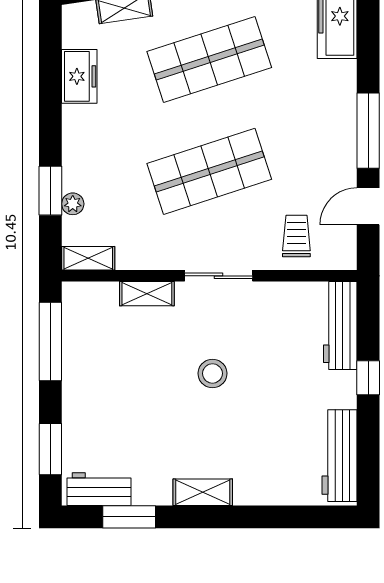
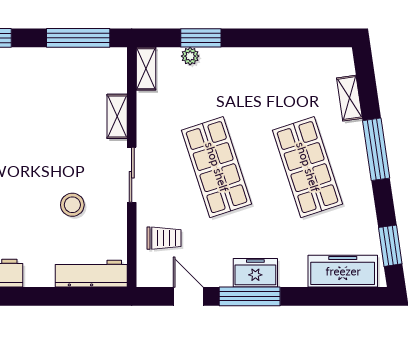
freezer: (79, 76) -> (255, 273), moved, turned 180
stool: (212, 373) -> (72, 205), moved
window: (368, 378) -> (49, 296), removed

